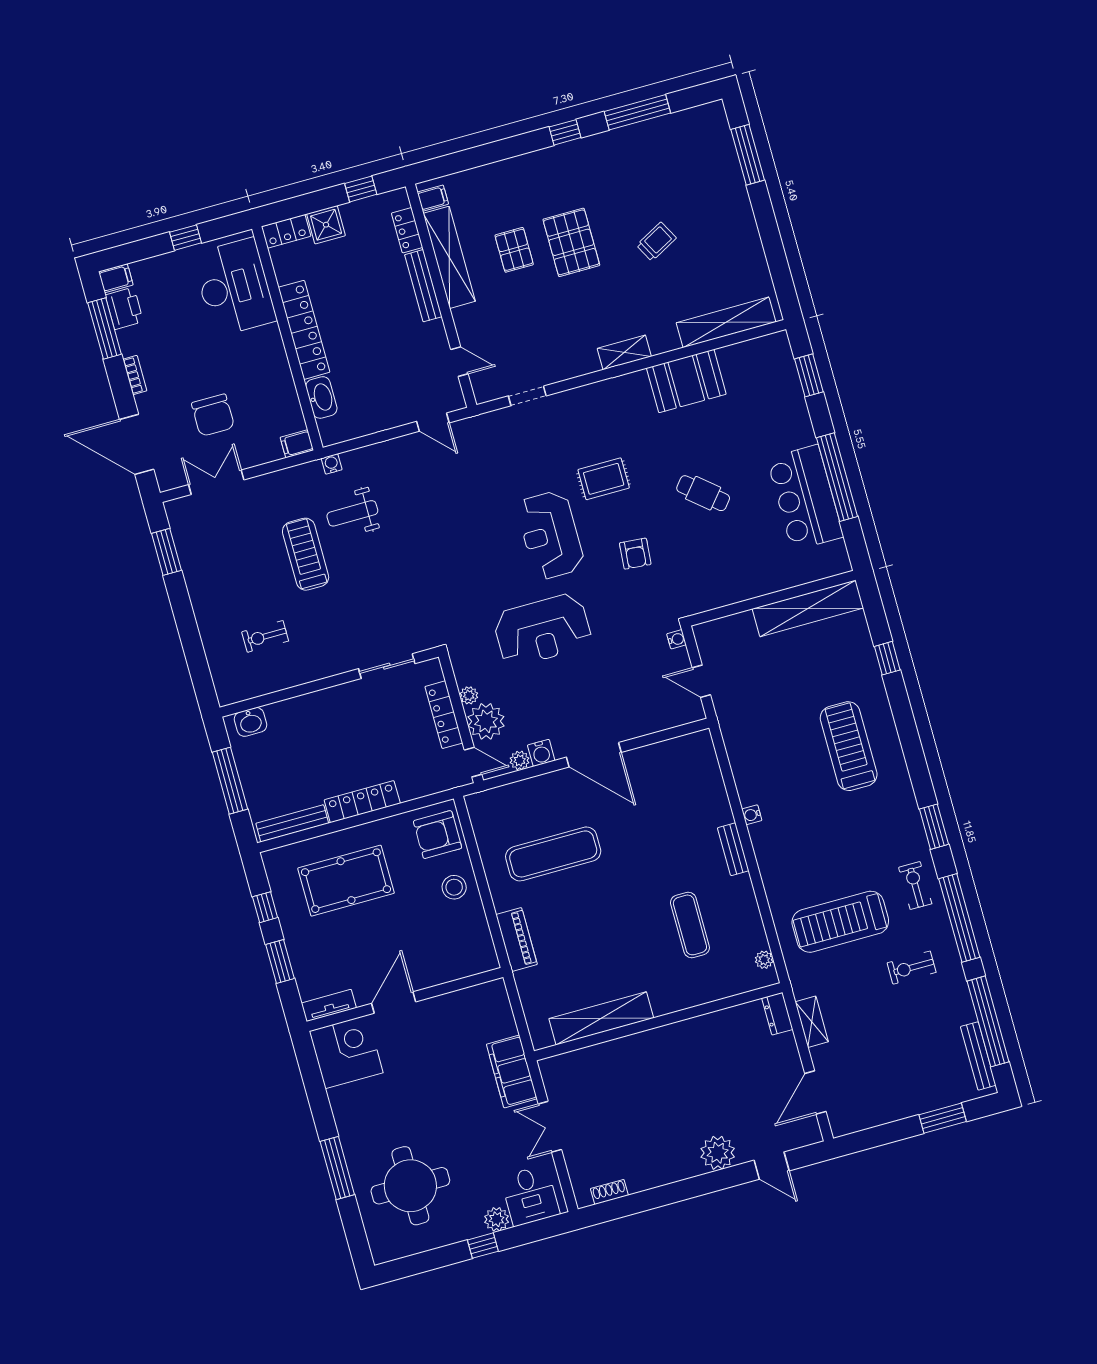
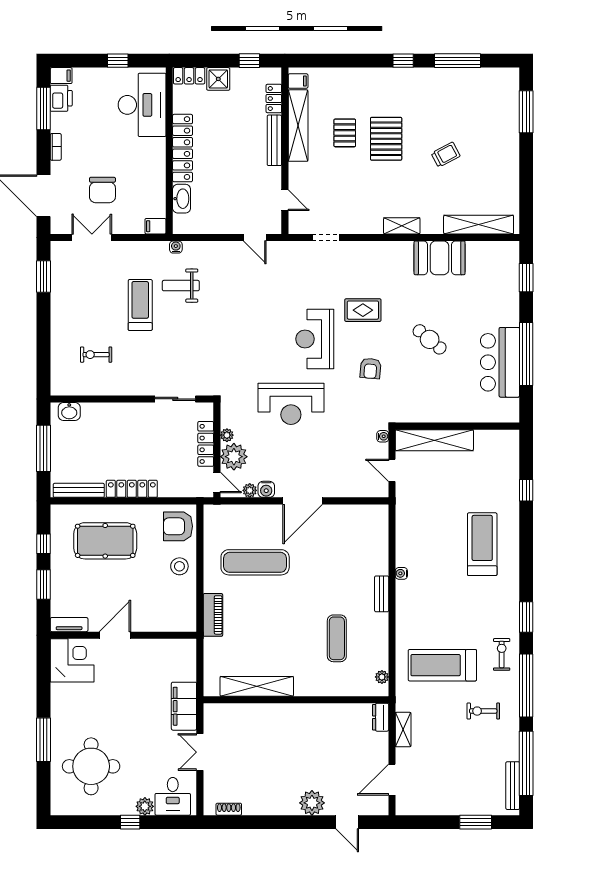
shelving: (808, 608) -> (434, 440), moved
door: (594, 755) -> (303, 501), hinge flipped

